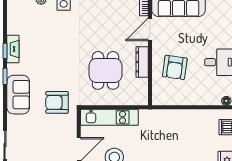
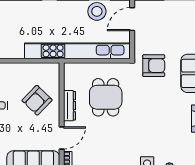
armchair: (175, 67) -> (37, 100), turned -144
kitchen unit: (109, 117) -> (77, 51), width x1.86

